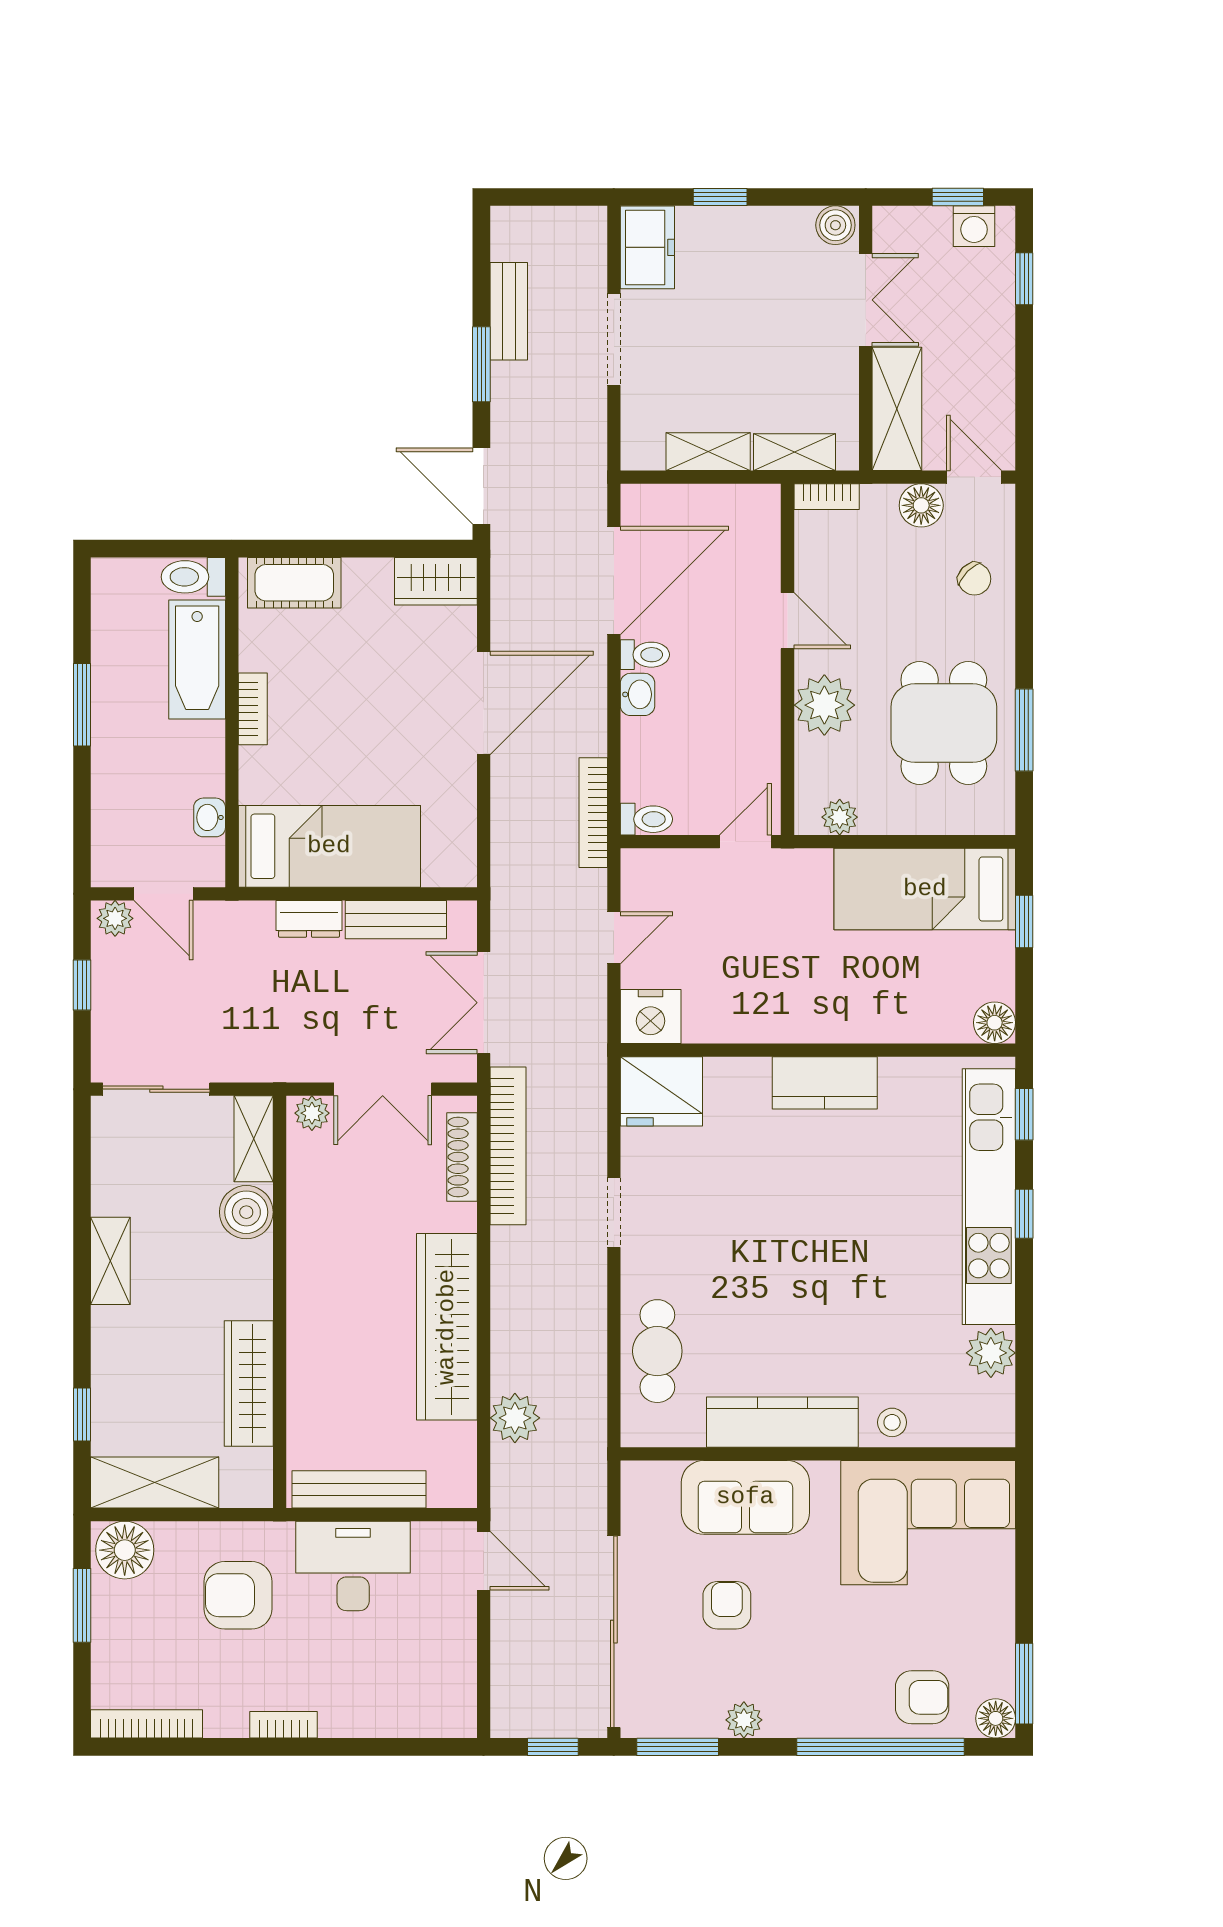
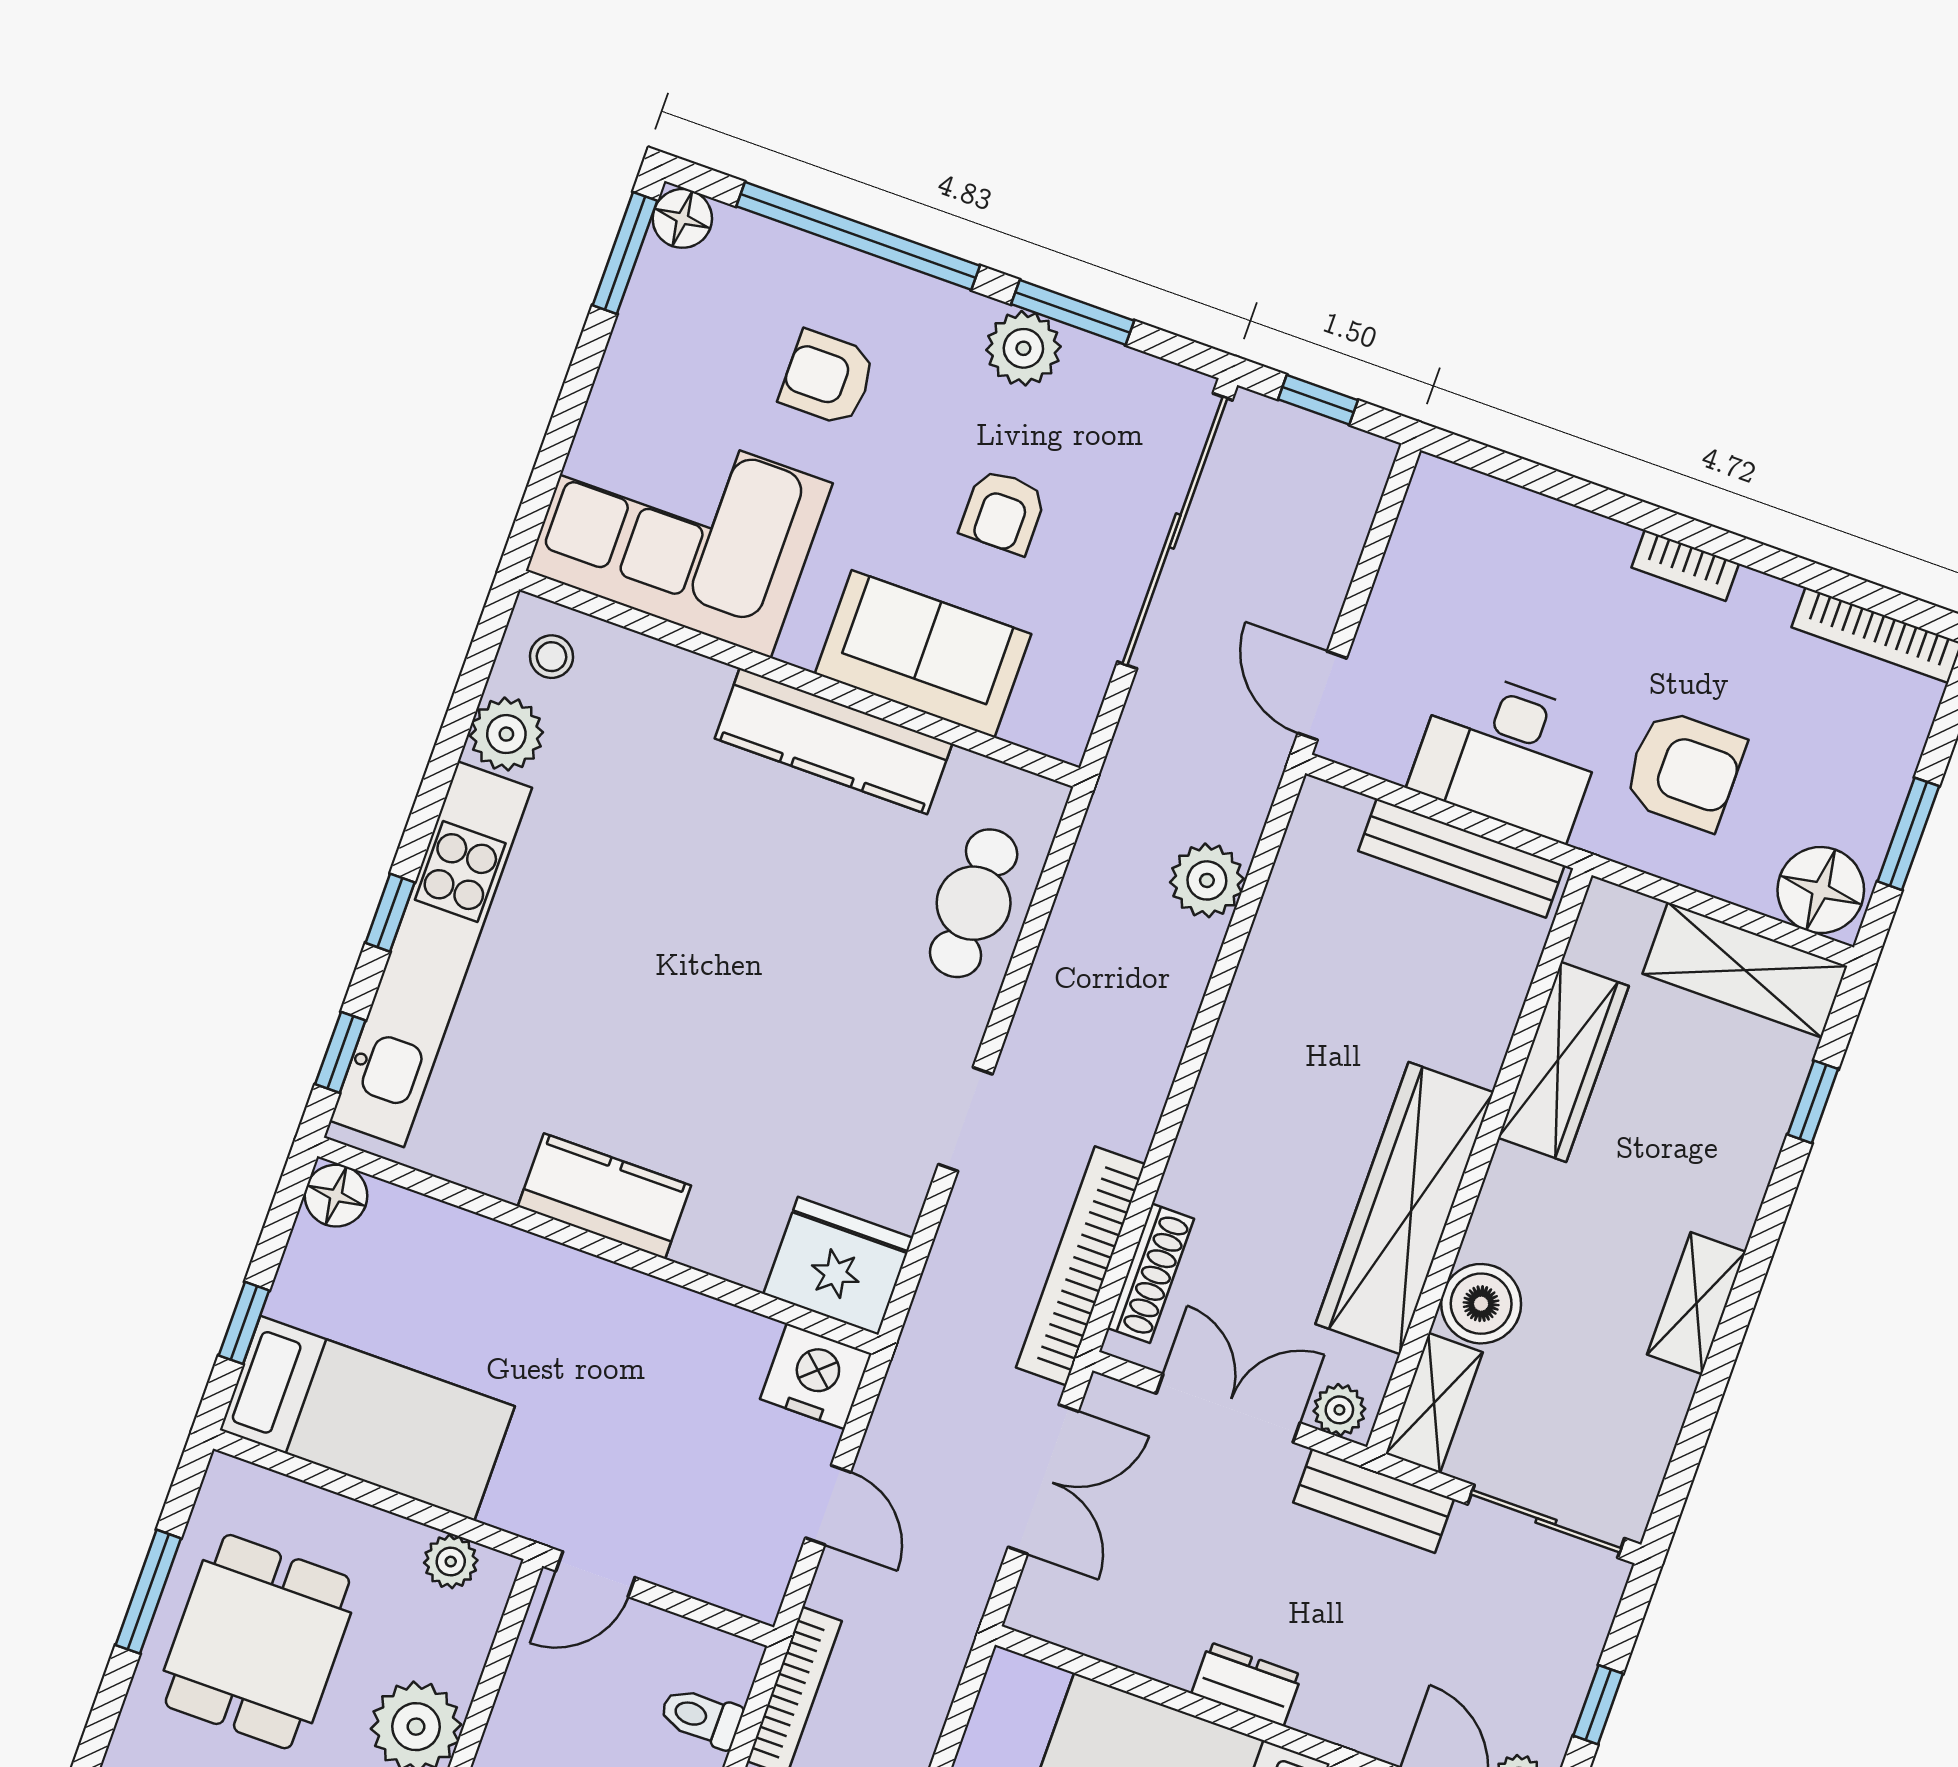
toilet: (646, 819) -> (701, 1717), moved
bench: (396, 920) -> (1374, 1501), moved
door: (614, 938) -> (828, 1505), swing flipped
wardrobe: (447, 1327) -> (1404, 1208), moved, turned 180
stool: (892, 1422) -> (552, 657), moved
armchair: (922, 1697) -> (827, 378), moved
plant: (744, 1720) -> (1023, 348), width x1.38, depth x1.38
window: (678, 1747) -> (1073, 312), moved

